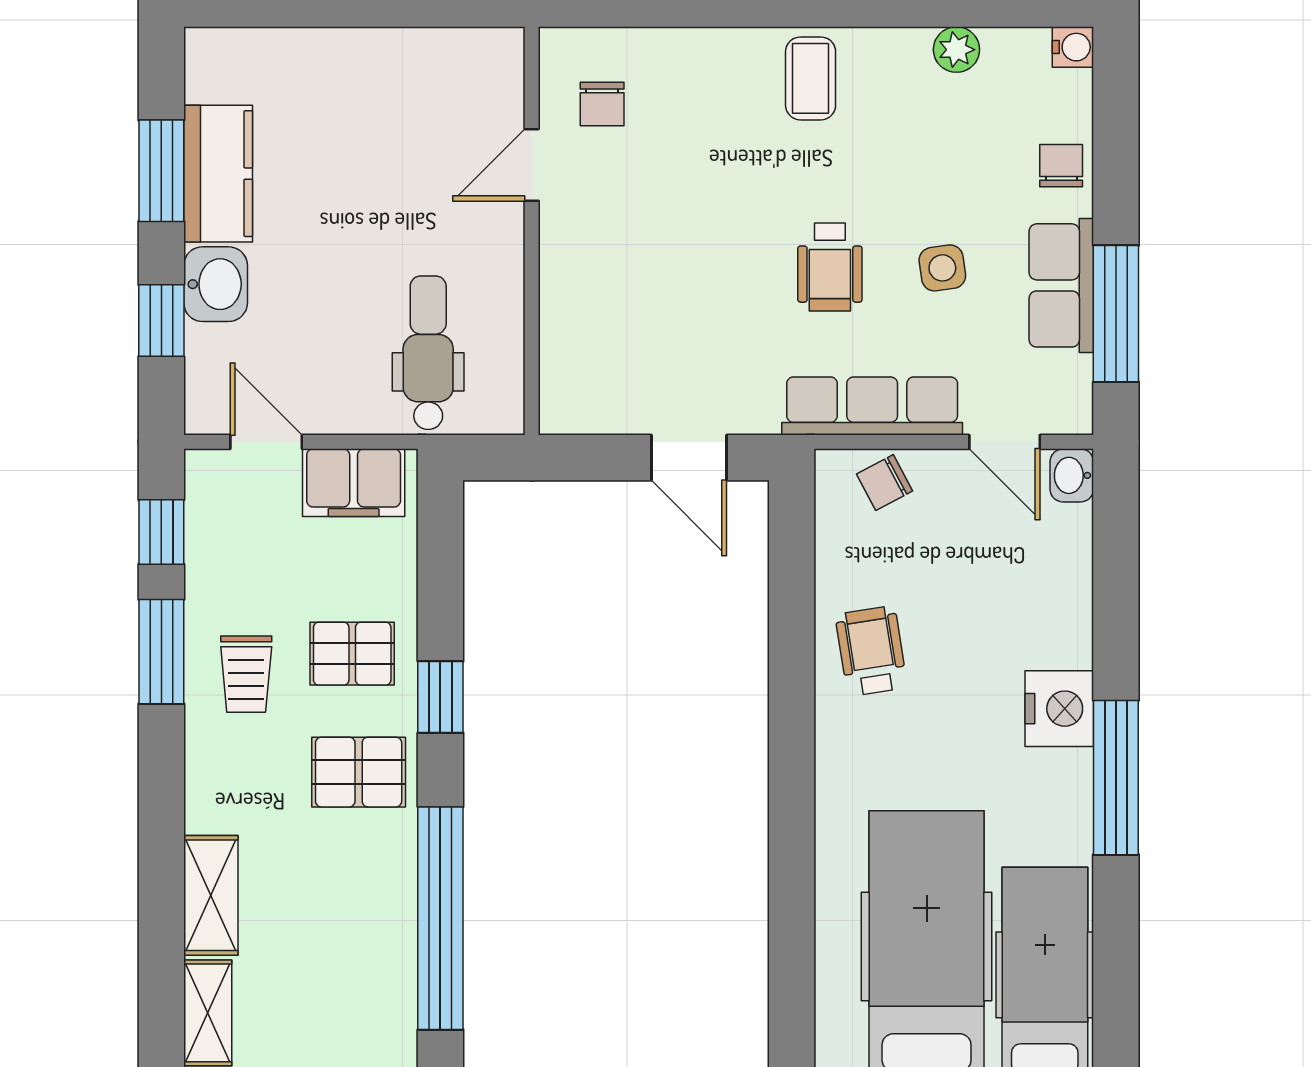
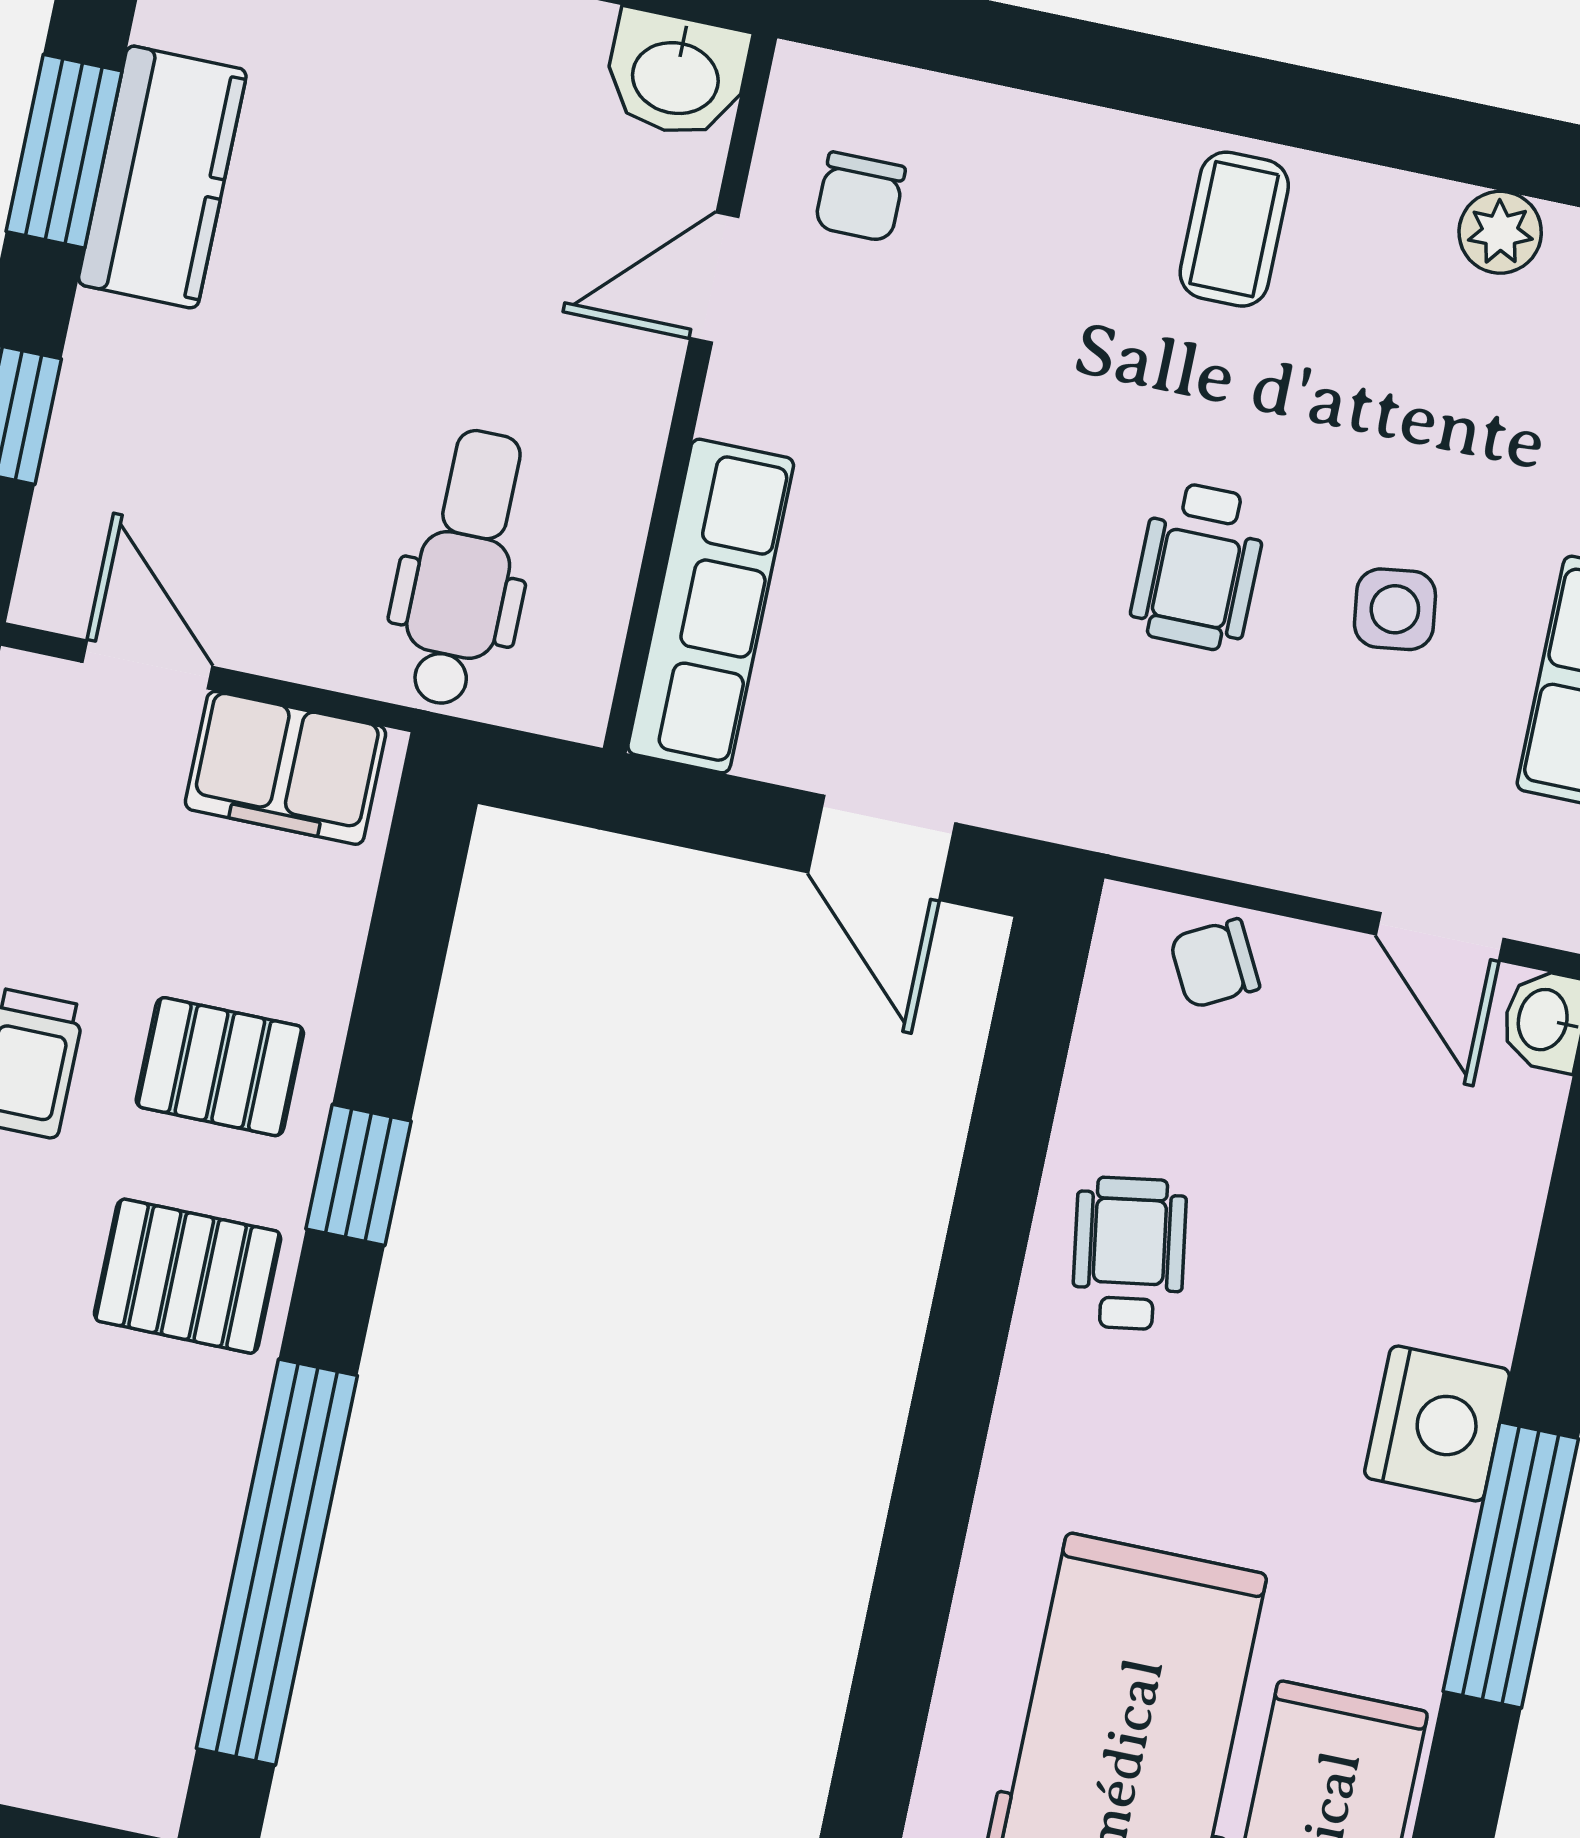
washbasin: (216, 284) -> (676, 75), moved, turned 90
row of seats: (872, 406) -> (711, 606), moved, turned 90

